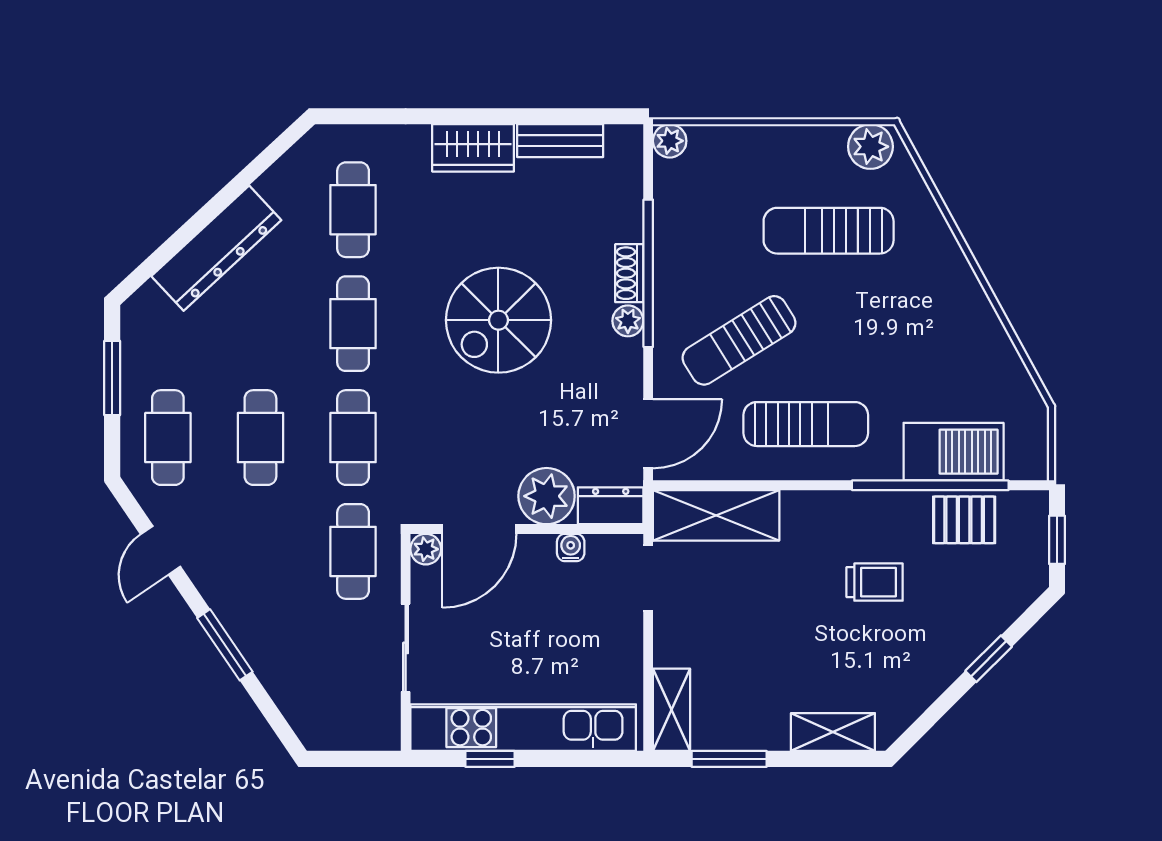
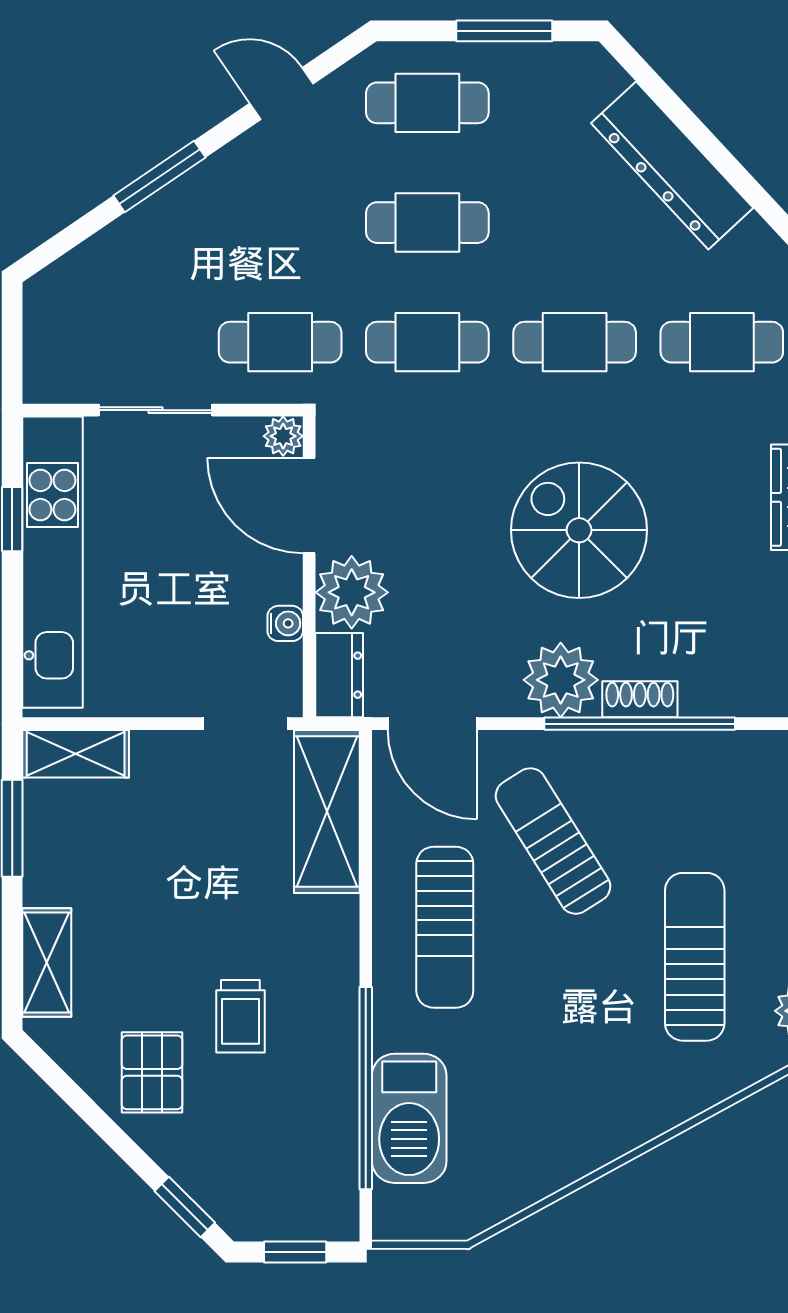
plant: (628, 321) -> (561, 680), width x1.88, depth x1.88
pallet: (964, 520) -> (152, 1072), moved
window: (989, 659) -> (185, 1207), moved

